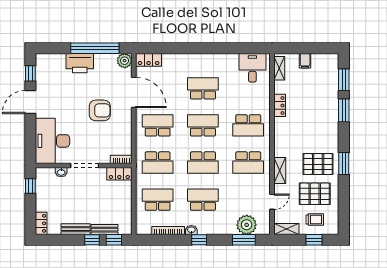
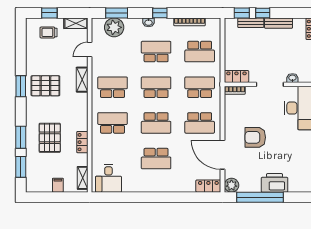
pallet: (315, 194) -> (50, 138), moved, turned 90
school desk: (203, 200) -> (156, 52), turned 180
washbasin: (191, 230) -> (149, 22), moved

